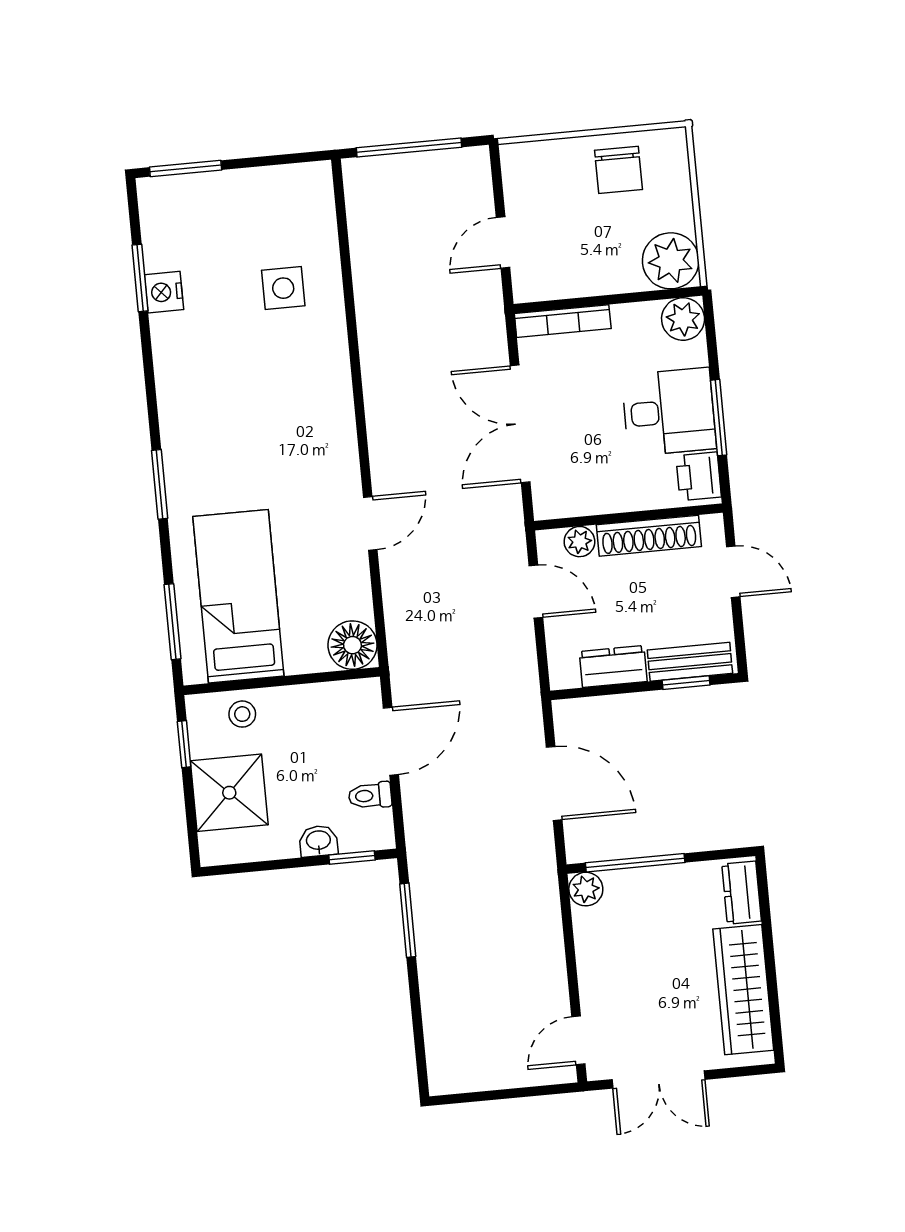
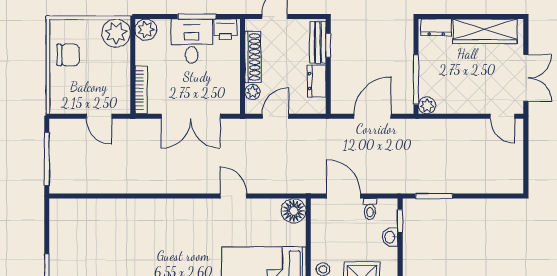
side table: (283, 288) -> (111, 229), removed

